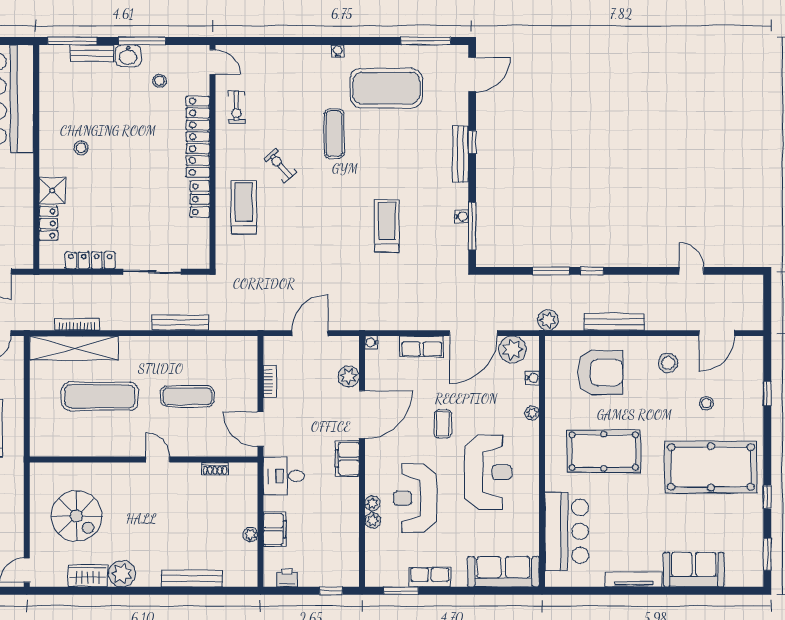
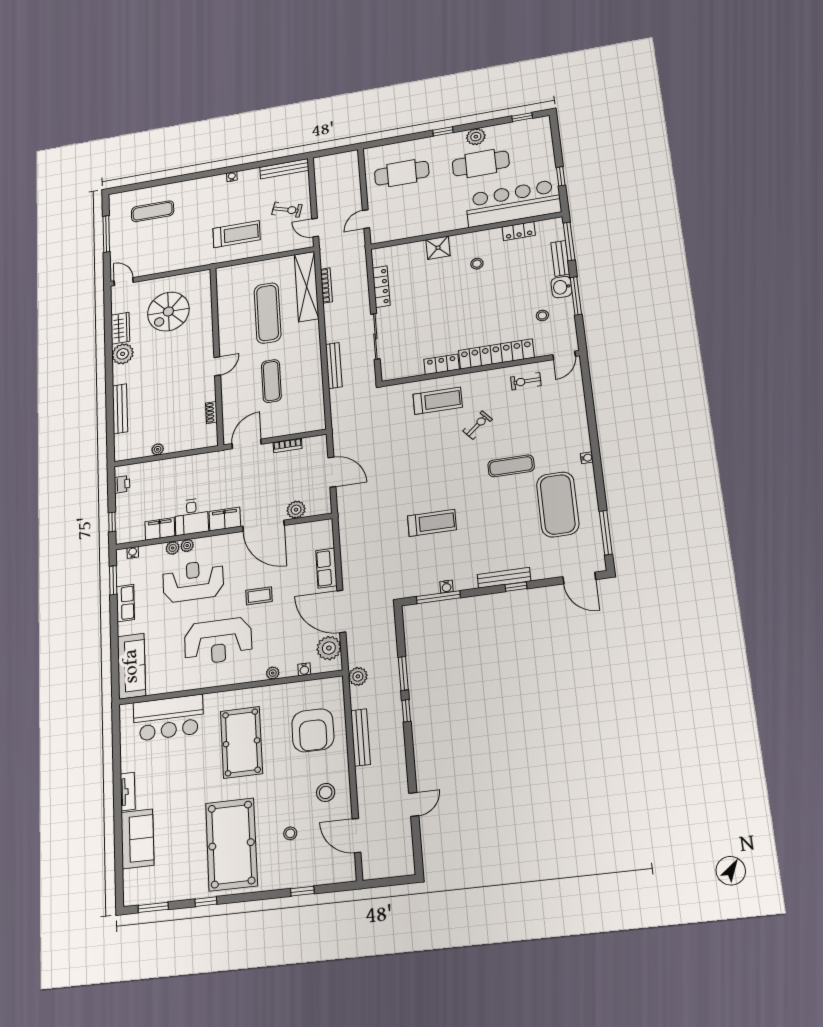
locker: (48, 223) -> (519, 231), moved
water cooler: (371, 342) -> (133, 553), moved
desk: (284, 476) -> (192, 517), moved, turned 180
filing cabinet: (275, 529) -> (160, 529), moved, turned 180
tv unit: (634, 579) -> (128, 792), width x0.71

